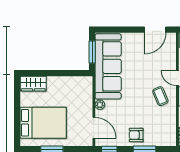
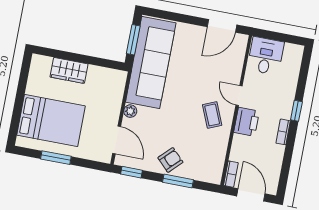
wardrobe: (33, 84) -> (69, 70), moved
armchair: (136, 135) -> (170, 160), turned 135

